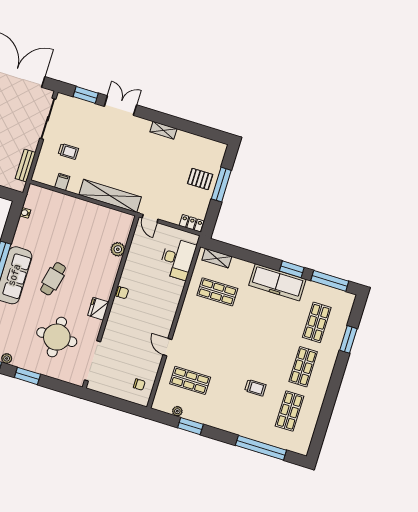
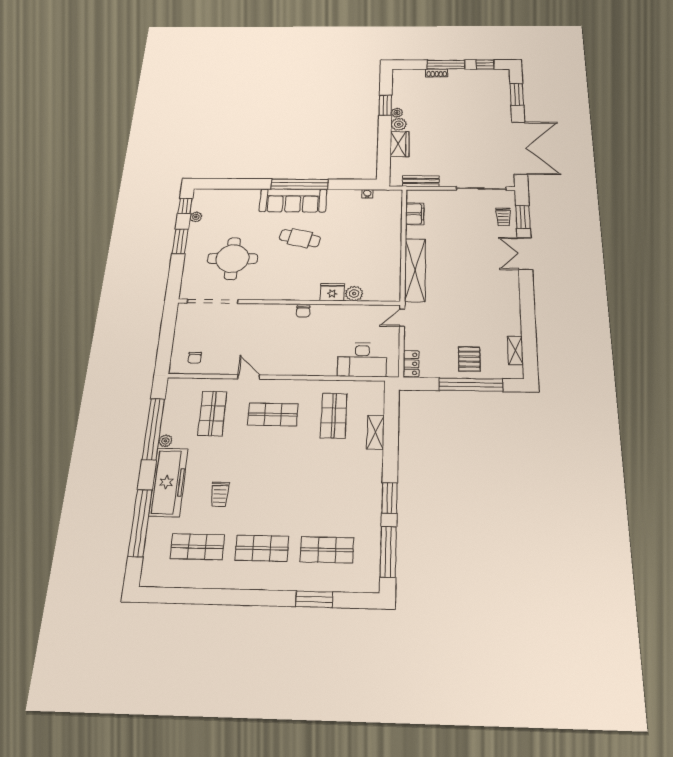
double door: (120, 106) -> (525, 254), swing flipped
shelving: (163, 130) -> (515, 350), moved
trolley: (68, 151) -> (503, 217), moved
filing cabinet: (62, 182) -> (415, 214), width x2.00
window: (221, 185) -> (471, 385), width x1.46
shelving: (217, 258) -> (376, 432), moved
freezer: (277, 282) -> (168, 482), moved, turned 180
fridge: (98, 309) -> (332, 292), moved
shop shelf: (204, 336) -> (273, 414), added
door: (167, 347) -> (249, 377), hinge flipped
plant: (177, 411) -> (165, 441), moved
window: (190, 426) -> (153, 429), width x2.11

